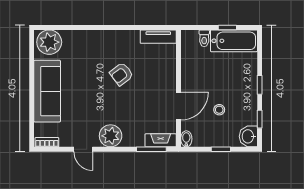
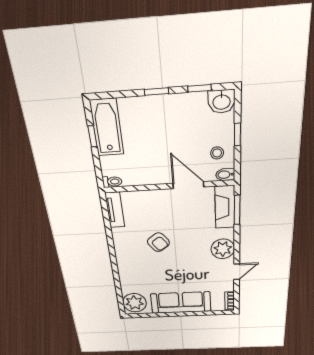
toilet: (204, 38) -> (112, 182), moved
stool: (219, 110) -> (217, 153), moved
fireplace: (161, 140) -> (225, 207), width x1.37, depth x1.32

